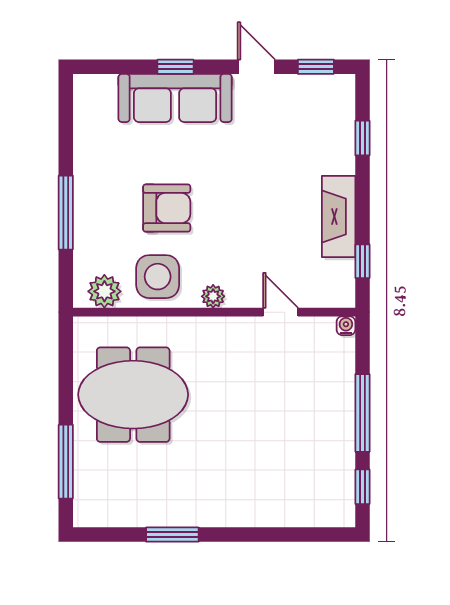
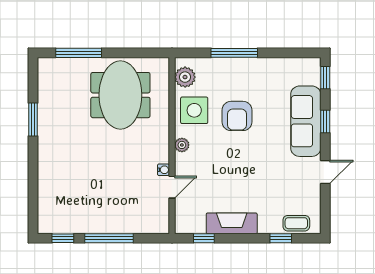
window: (316, 67) -> (325, 78), moved
coffee table: (338, 113) -> (296, 223), added
water cooler: (346, 326) -> (163, 170), moved

